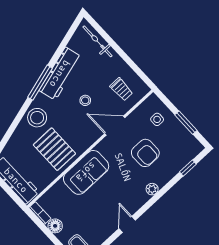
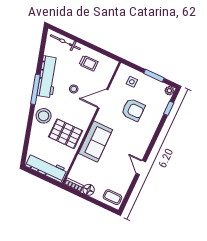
trolley: (121, 89) -> (89, 63), moved
plant: (152, 189) -> (169, 91), moved

